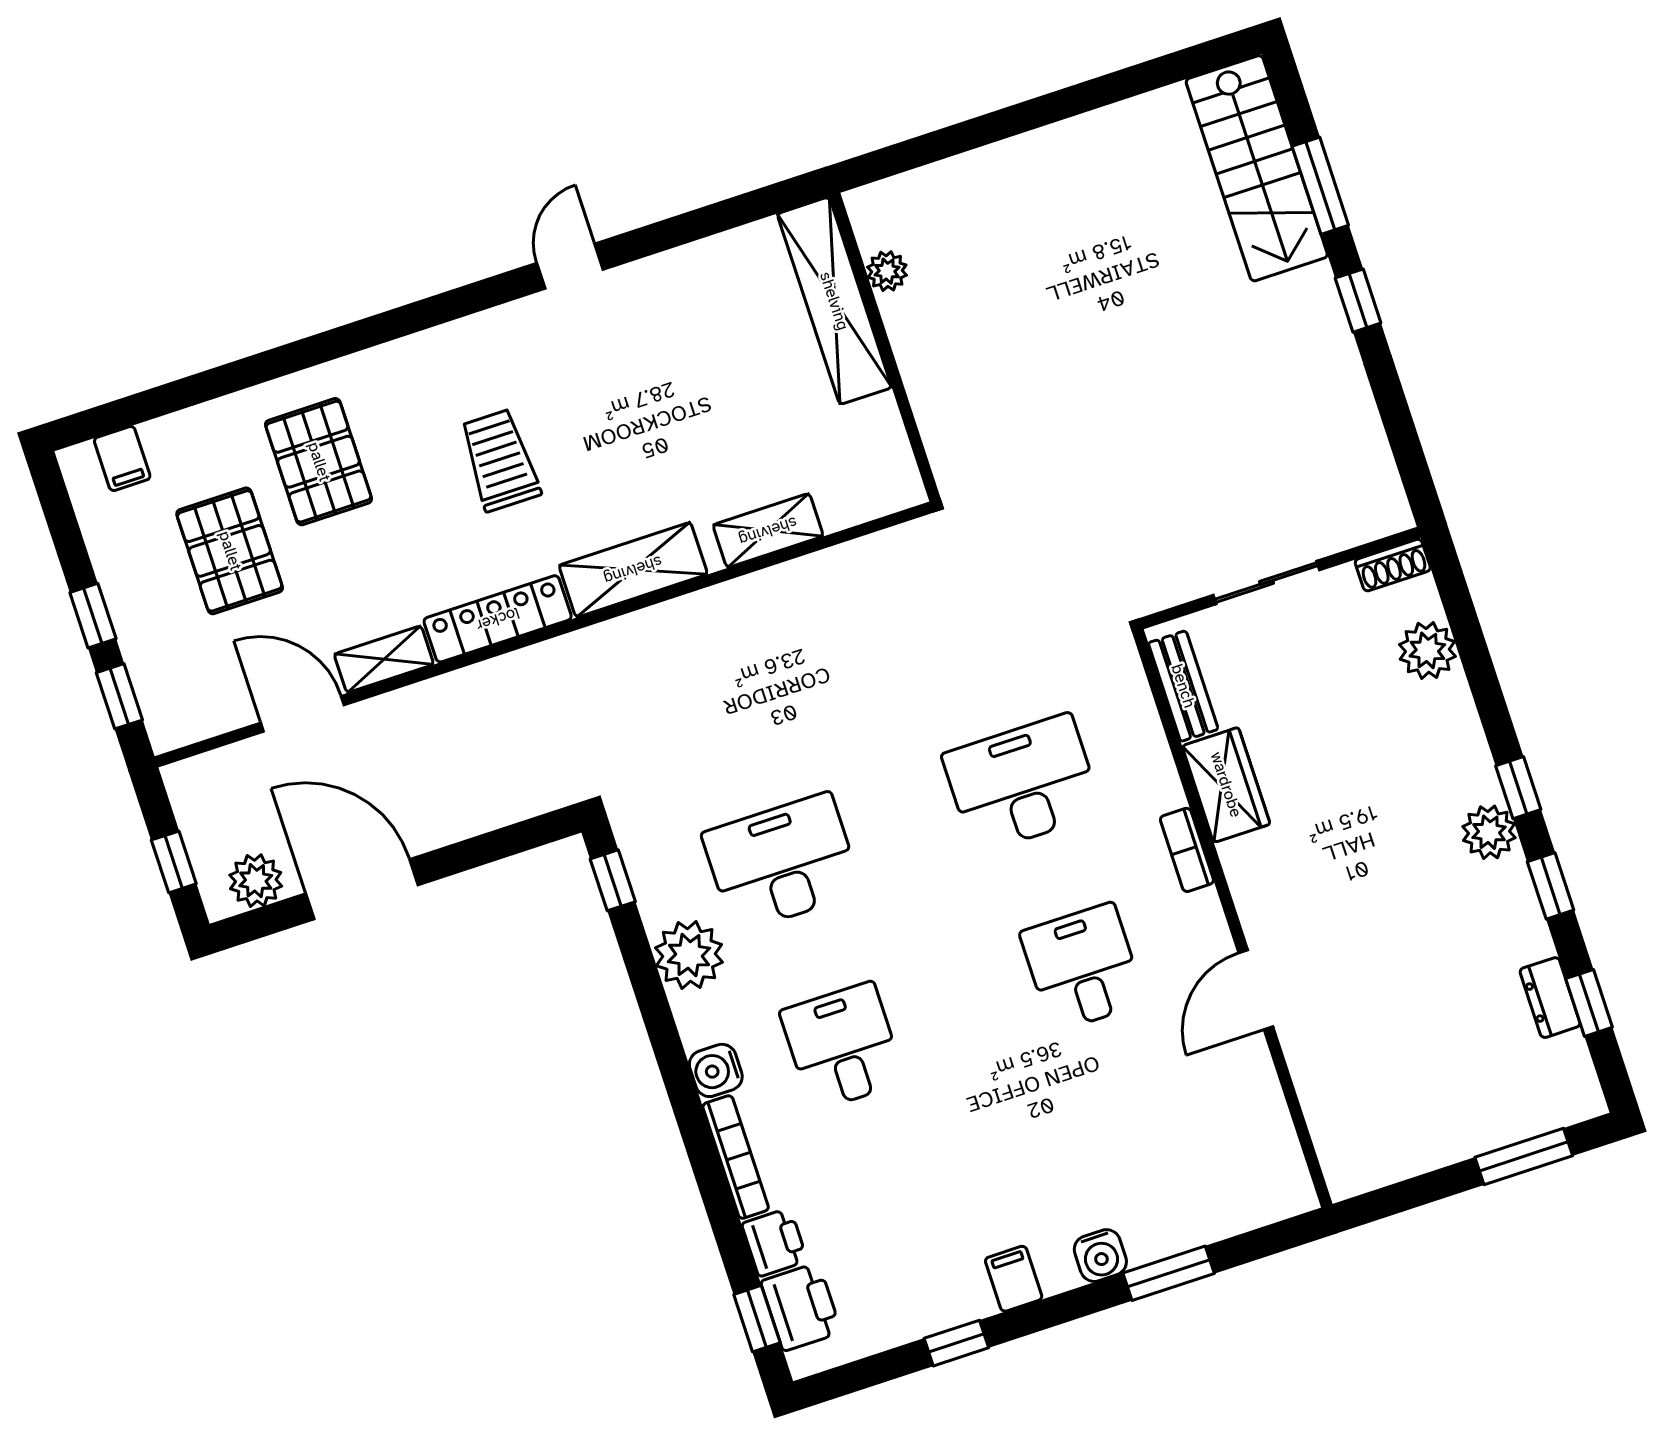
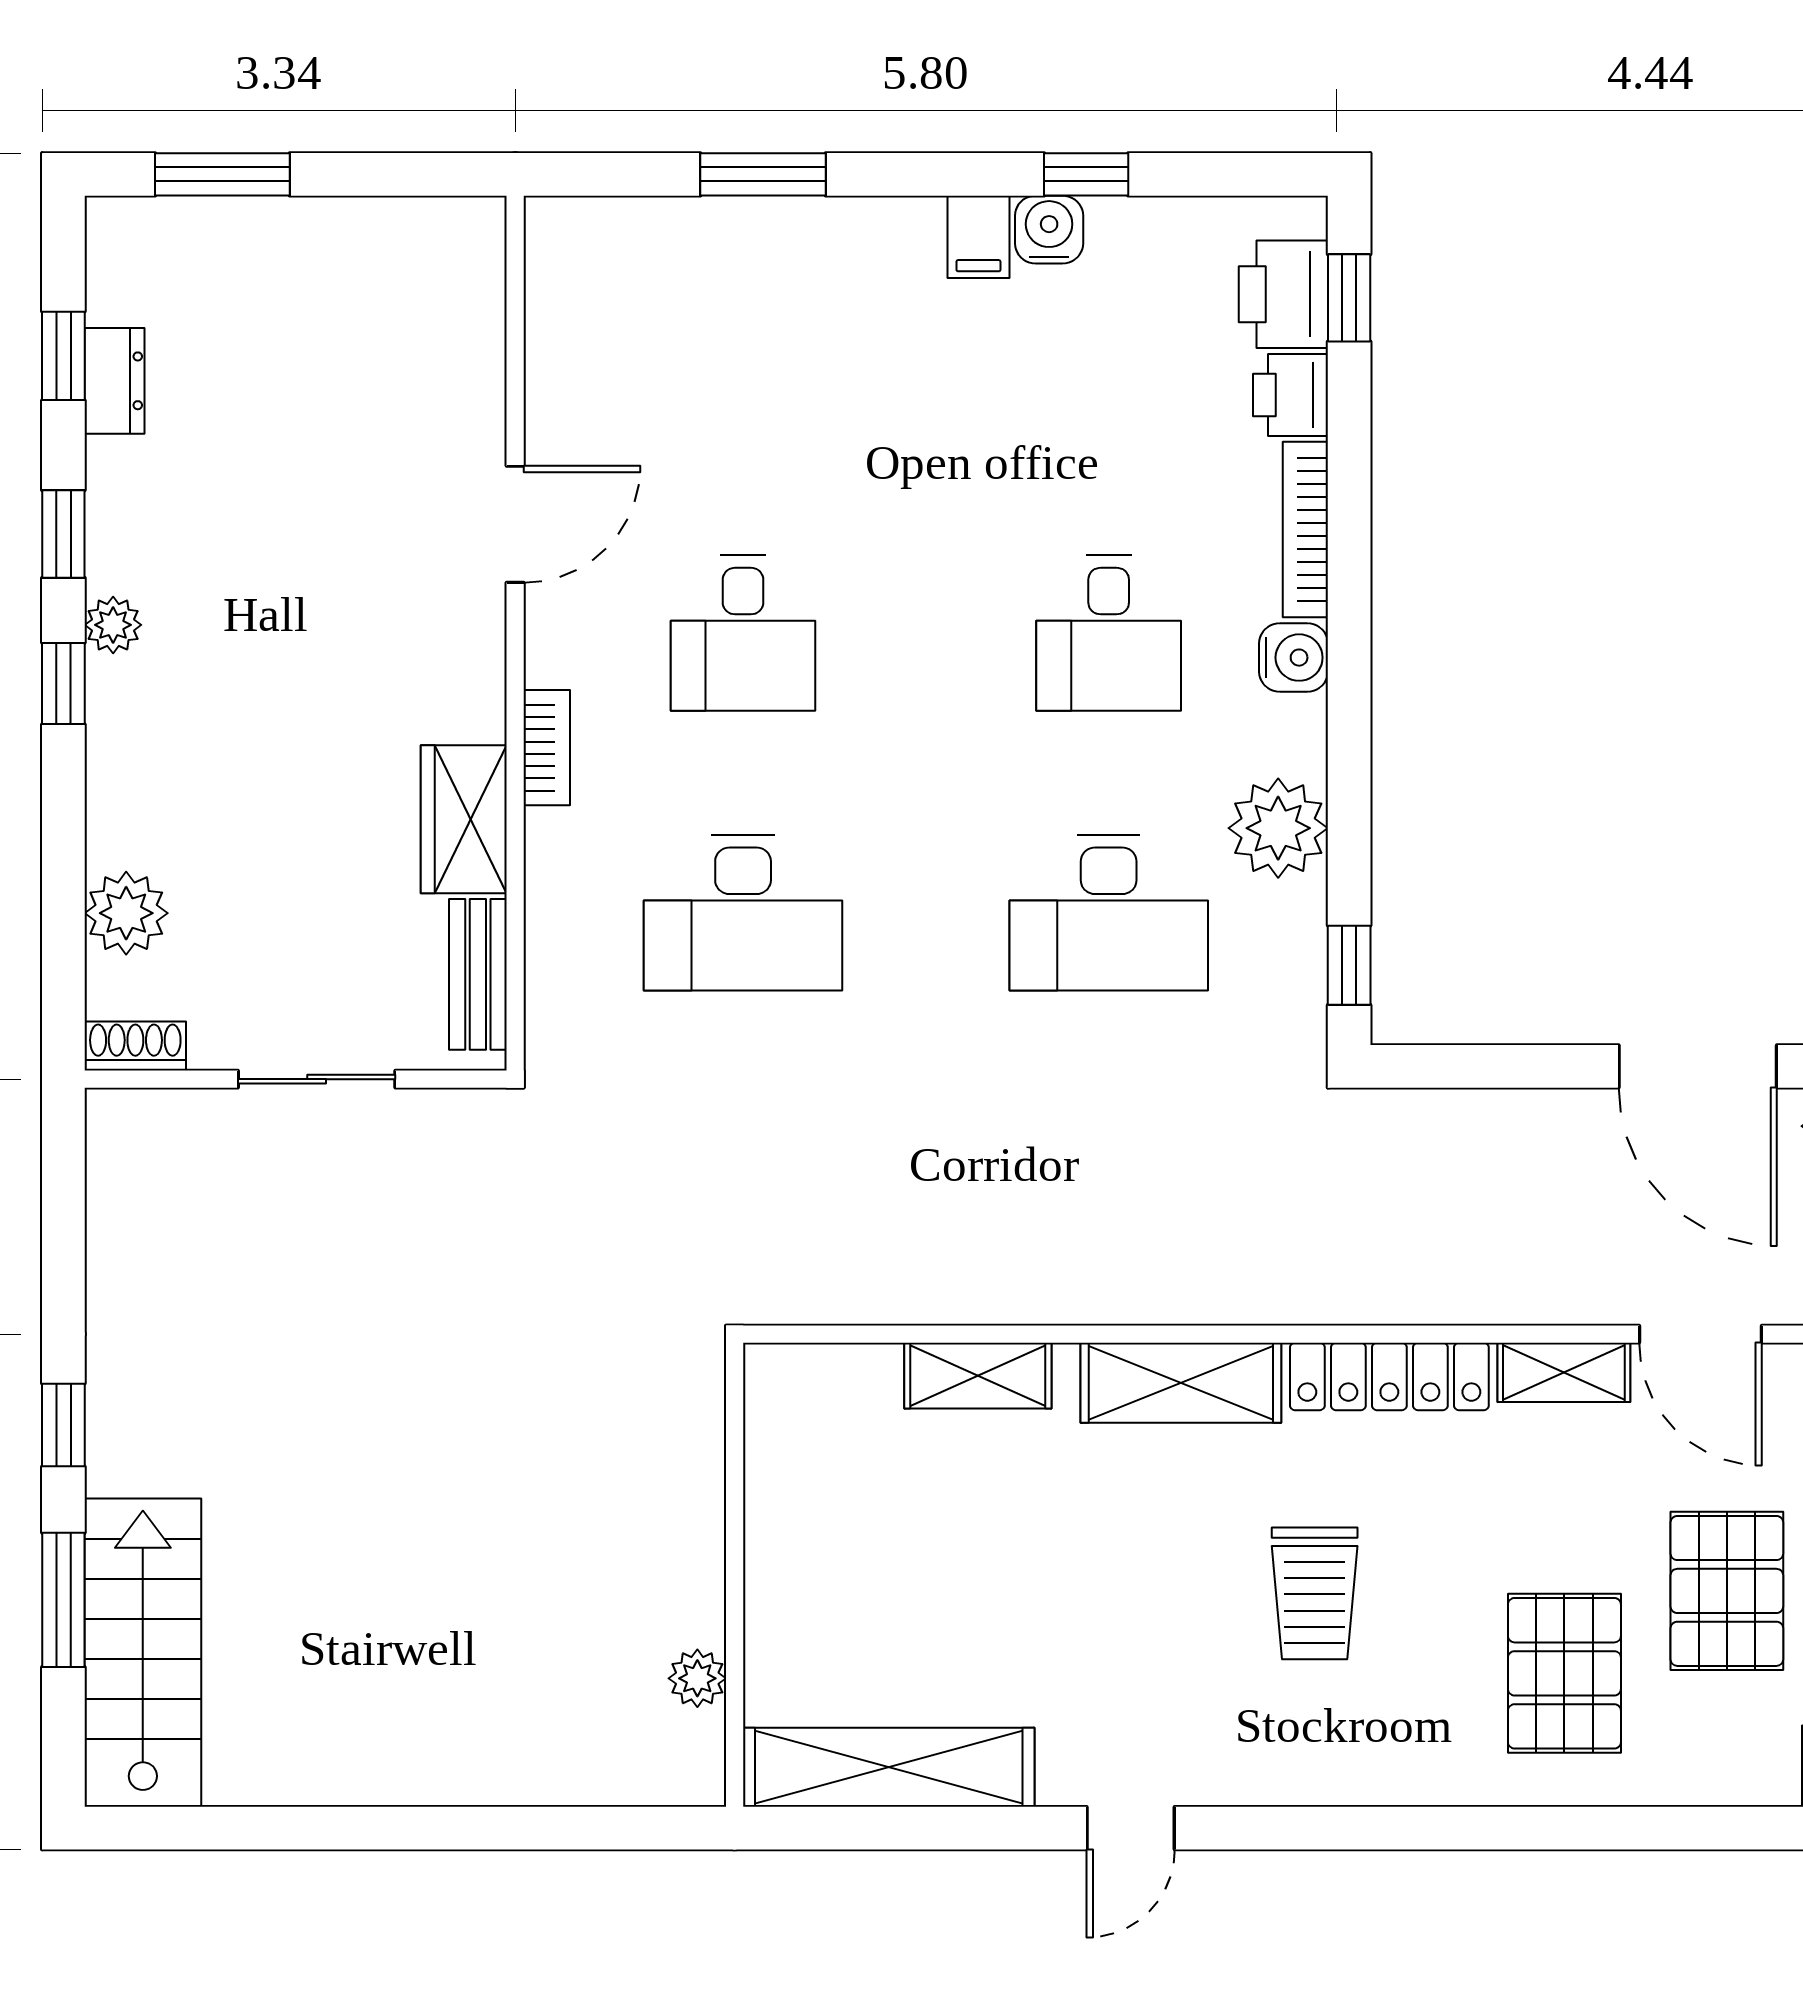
shelving: (834, 301) -> (889, 1767), moved, turned 90
plant: (1489, 832) -> (113, 625), width x0.73, depth x0.73
water cooler: (1100, 1256) -> (1049, 230), moved

